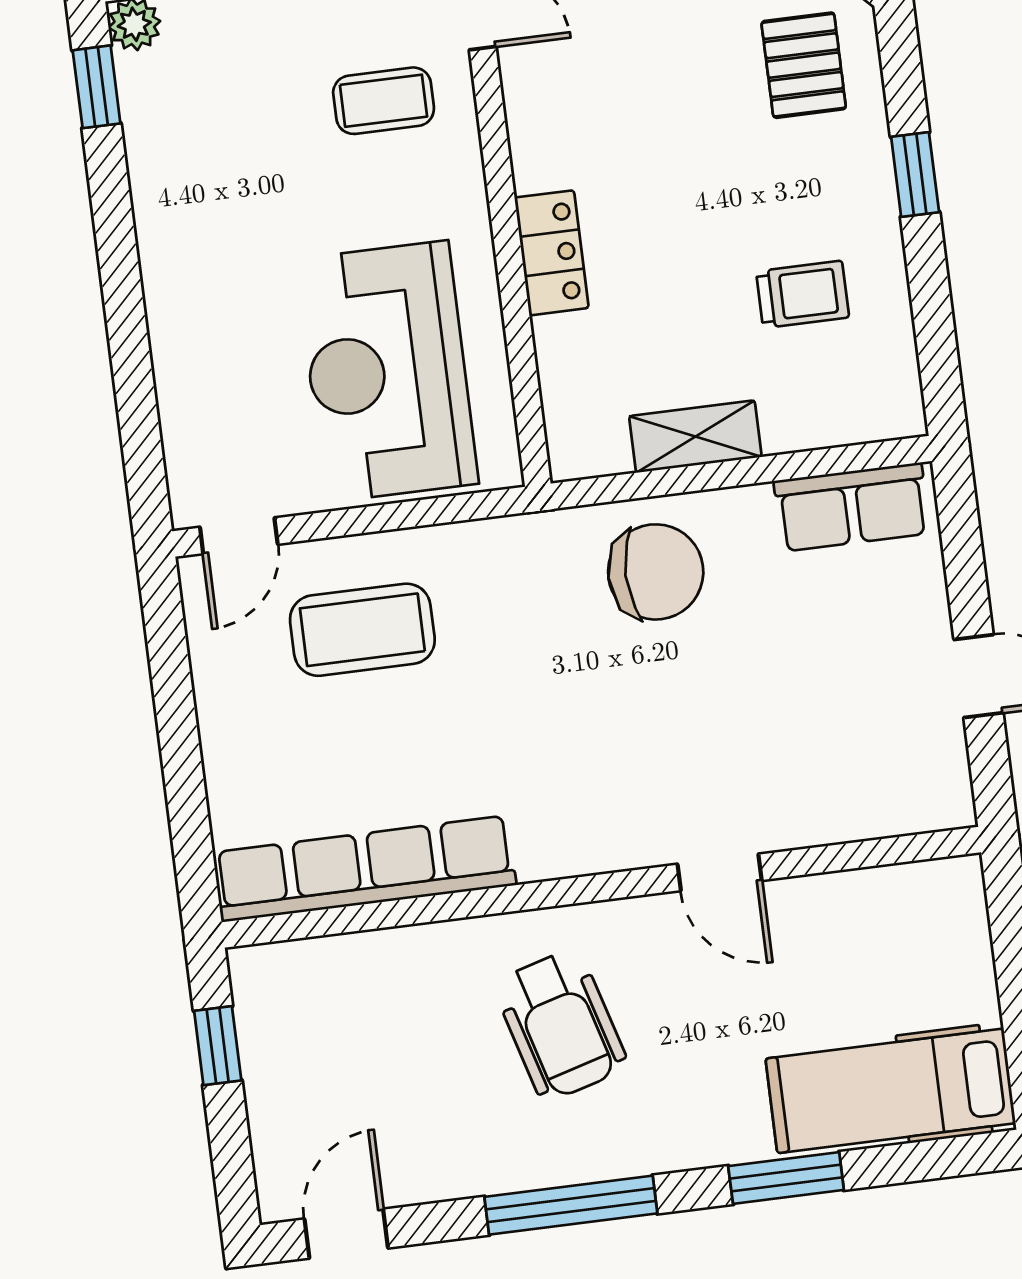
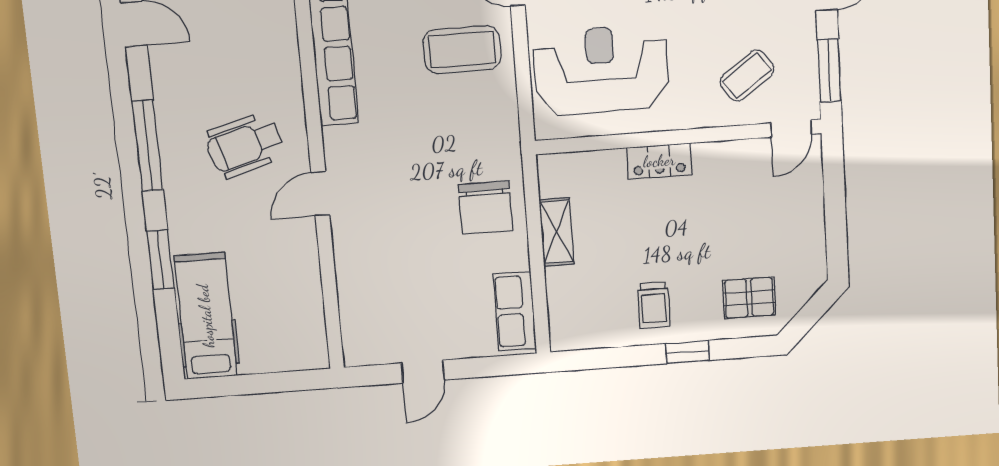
coffee table: (384, 101) -> (747, 76), turned 54
trolley: (803, 294) -> (654, 305), moved
coffee table: (362, 630) -> (462, 49), turned 90
door: (720, 872) -> (320, 194), moved

